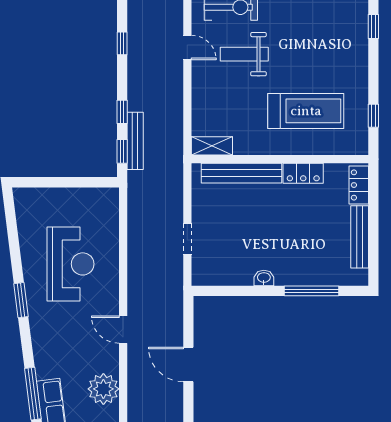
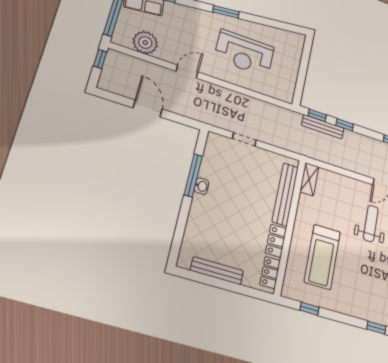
locker: (359, 185) -> (270, 273), moved, turned -90
window: (312, 291) -> (193, 175), moved
door: (188, 364) -> (148, 109), hinge flipped

